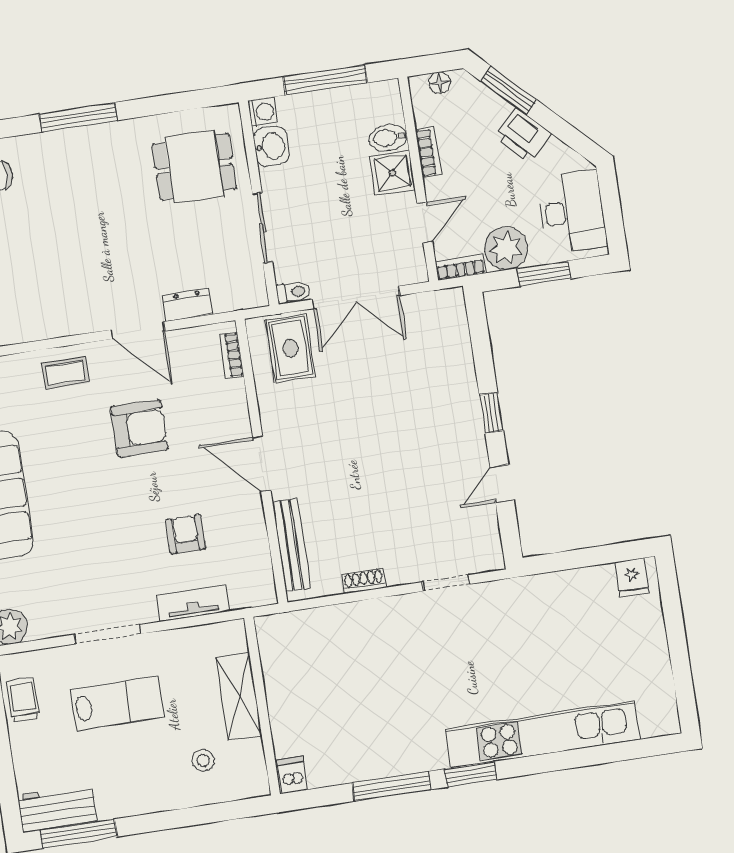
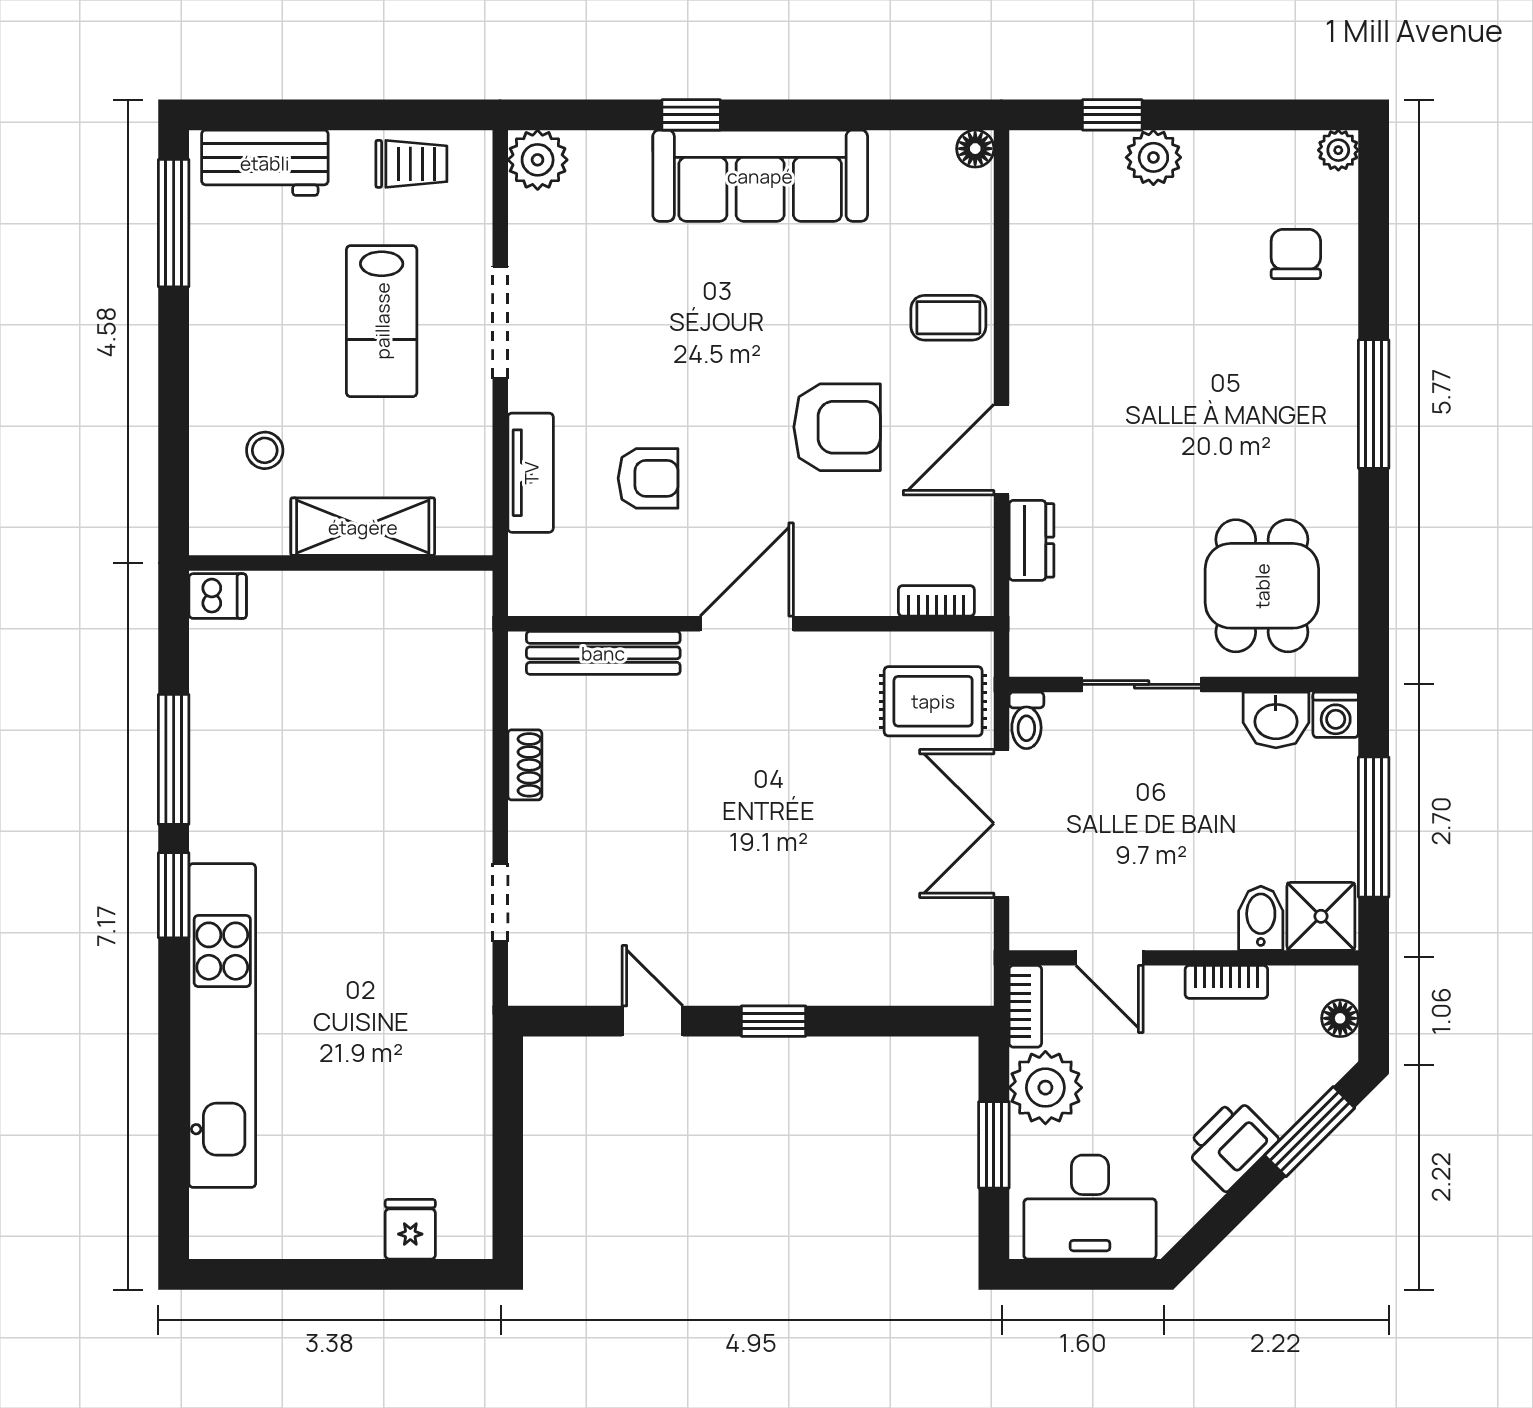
shower: (392, 173) -> (1321, 916), moved
coffee table: (65, 373) -> (948, 318), turned 90
armchair: (139, 428) -> (837, 427), turned -90
fridge: (632, 577) -> (410, 1229), moved, turned 90
workbench: (57, 808) -> (265, 163), moved, turned 90

